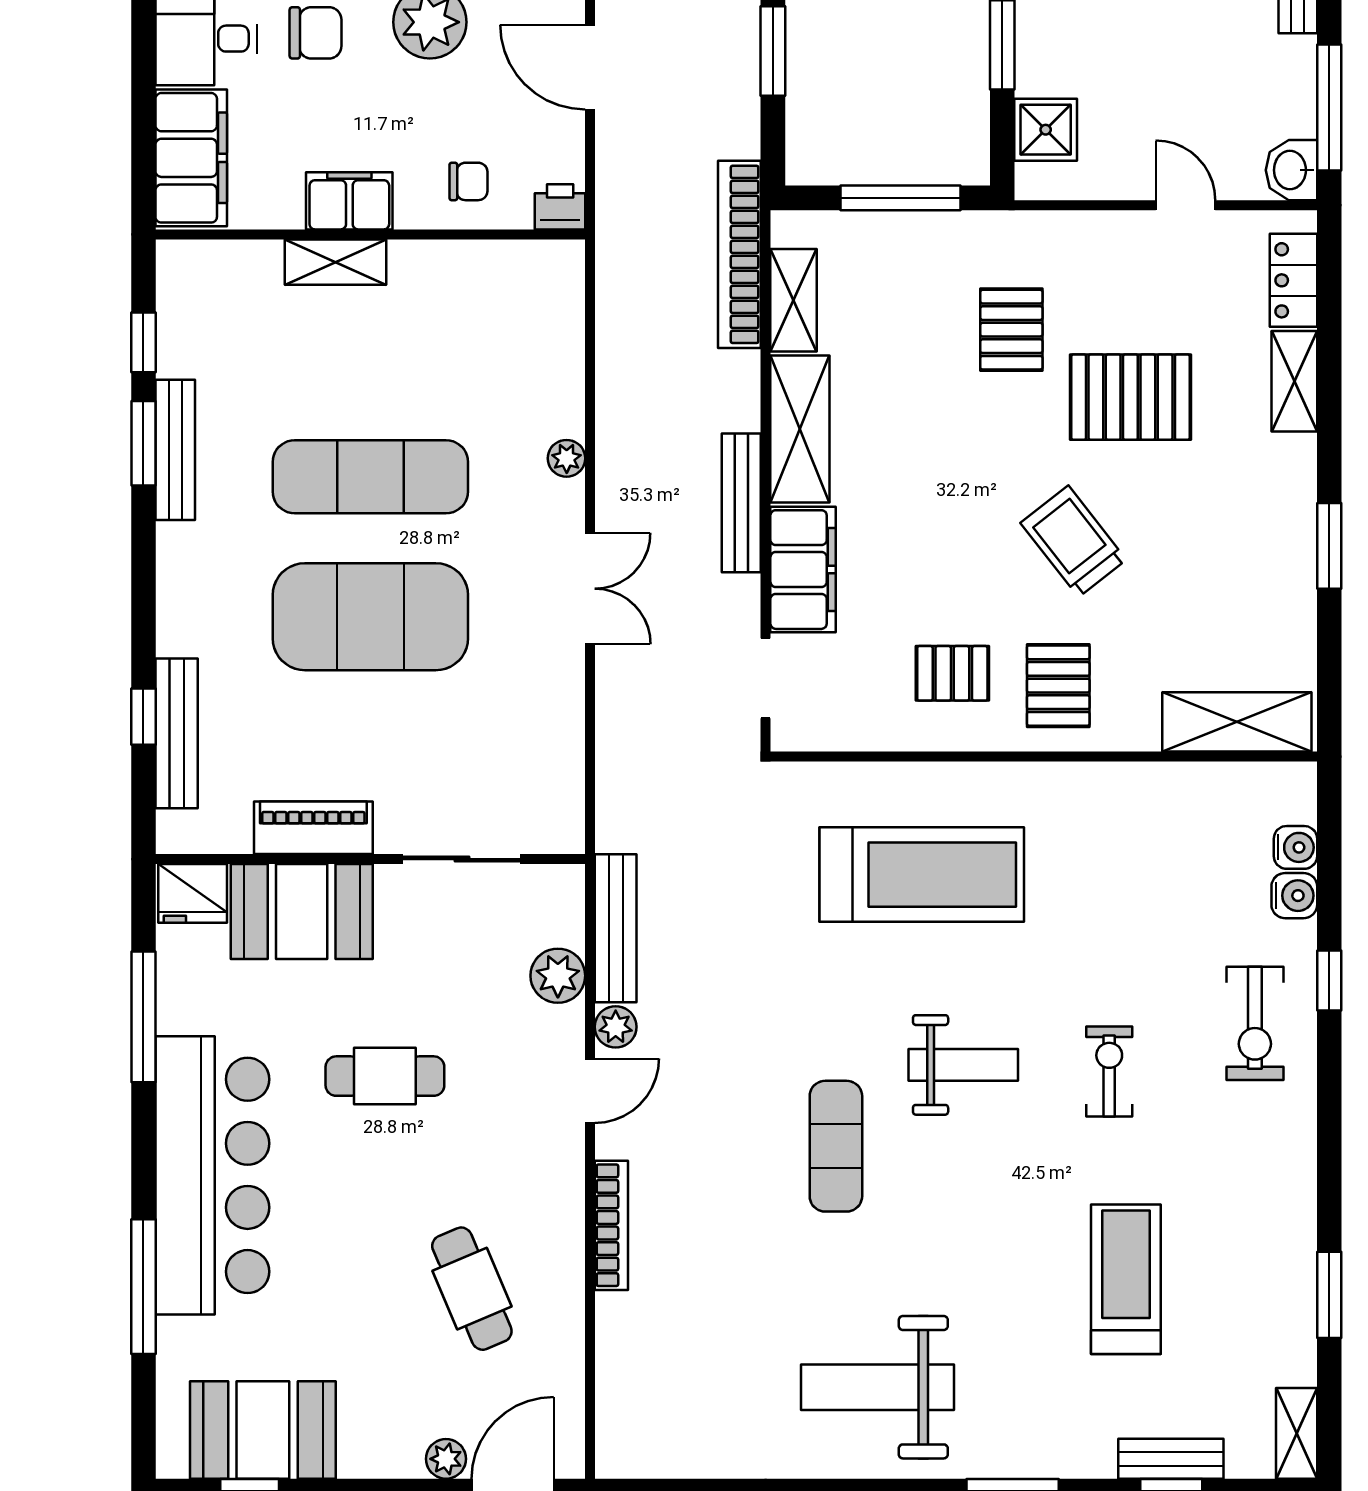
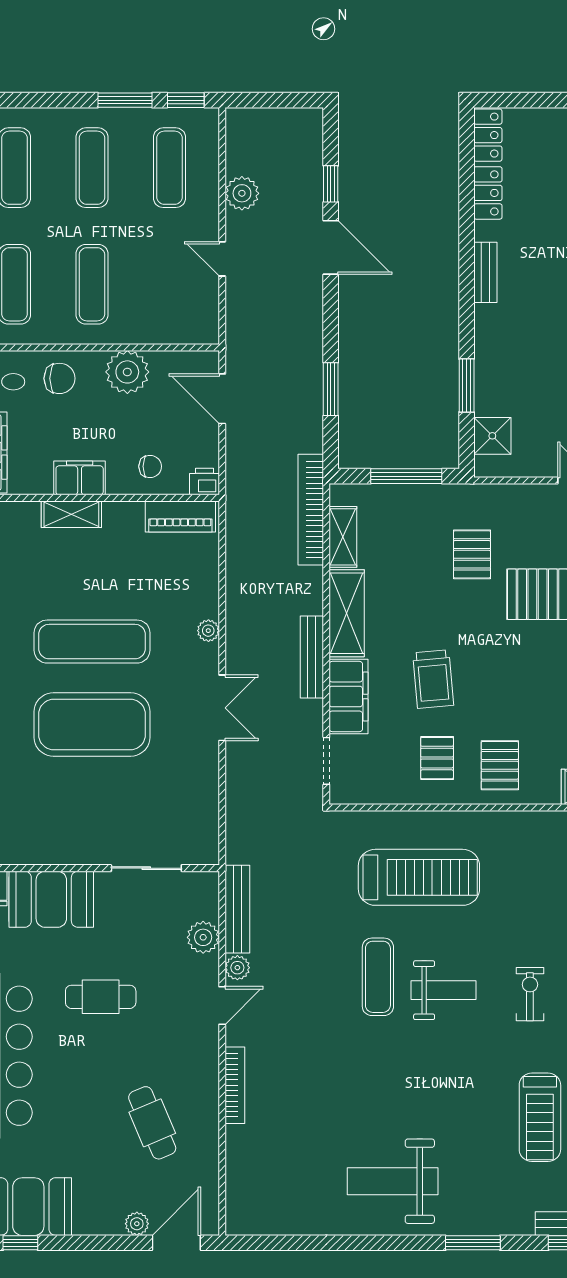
trolley: (1073, 541) -> (433, 679), moved, turned -147
pallet: (952, 673) -> (437, 758), turned 90
piano: (313, 828) -> (180, 516), moved, turned 180
exercise mat: (836, 1146) -> (378, 977), moved
treadmill: (1126, 1279) -> (540, 1117), turned 180

